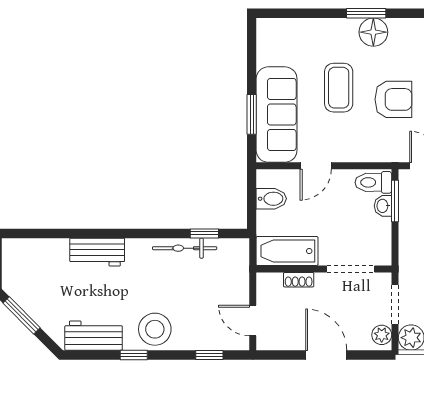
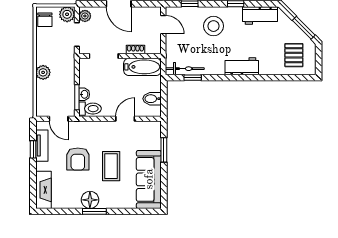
armchair: (393, 99) -> (78, 159), turned -90
sofa: (277, 115) -> (149, 179), moved
bicycle: (185, 248) -> (185, 69), moved
workbench: (97, 252) -> (242, 66), moved
pallet: (38, 270) -> (294, 55), added
stool: (155, 329) -> (214, 26), moved

